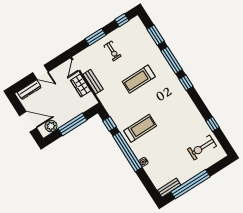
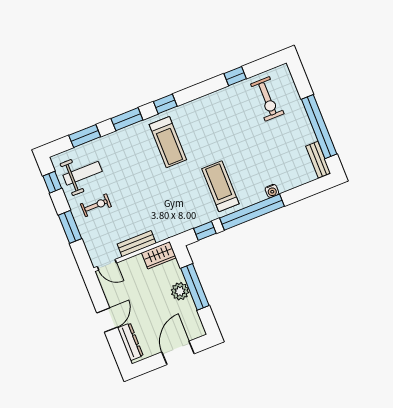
weight bench: (131, 38) -> (83, 173), added
window: (172, 60) -> (127, 119), width x0.69
treadmill: (139, 79) -> (168, 142), moved
wardrobe: (81, 85) -> (159, 255), moved
plant: (51, 126) -> (180, 291), moved

